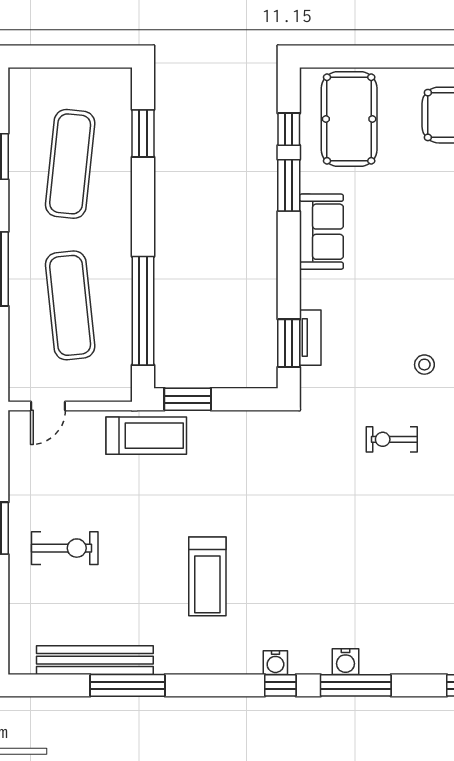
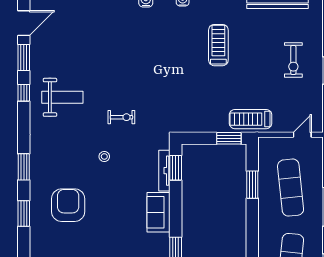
sofa: (321, 232) -> (158, 212), moved
window: (143, 311) -> (252, 185), width x0.47
tv unit: (310, 338) -> (164, 171), width x1.41
exercise bike: (65, 548) -> (293, 60), turned -90

